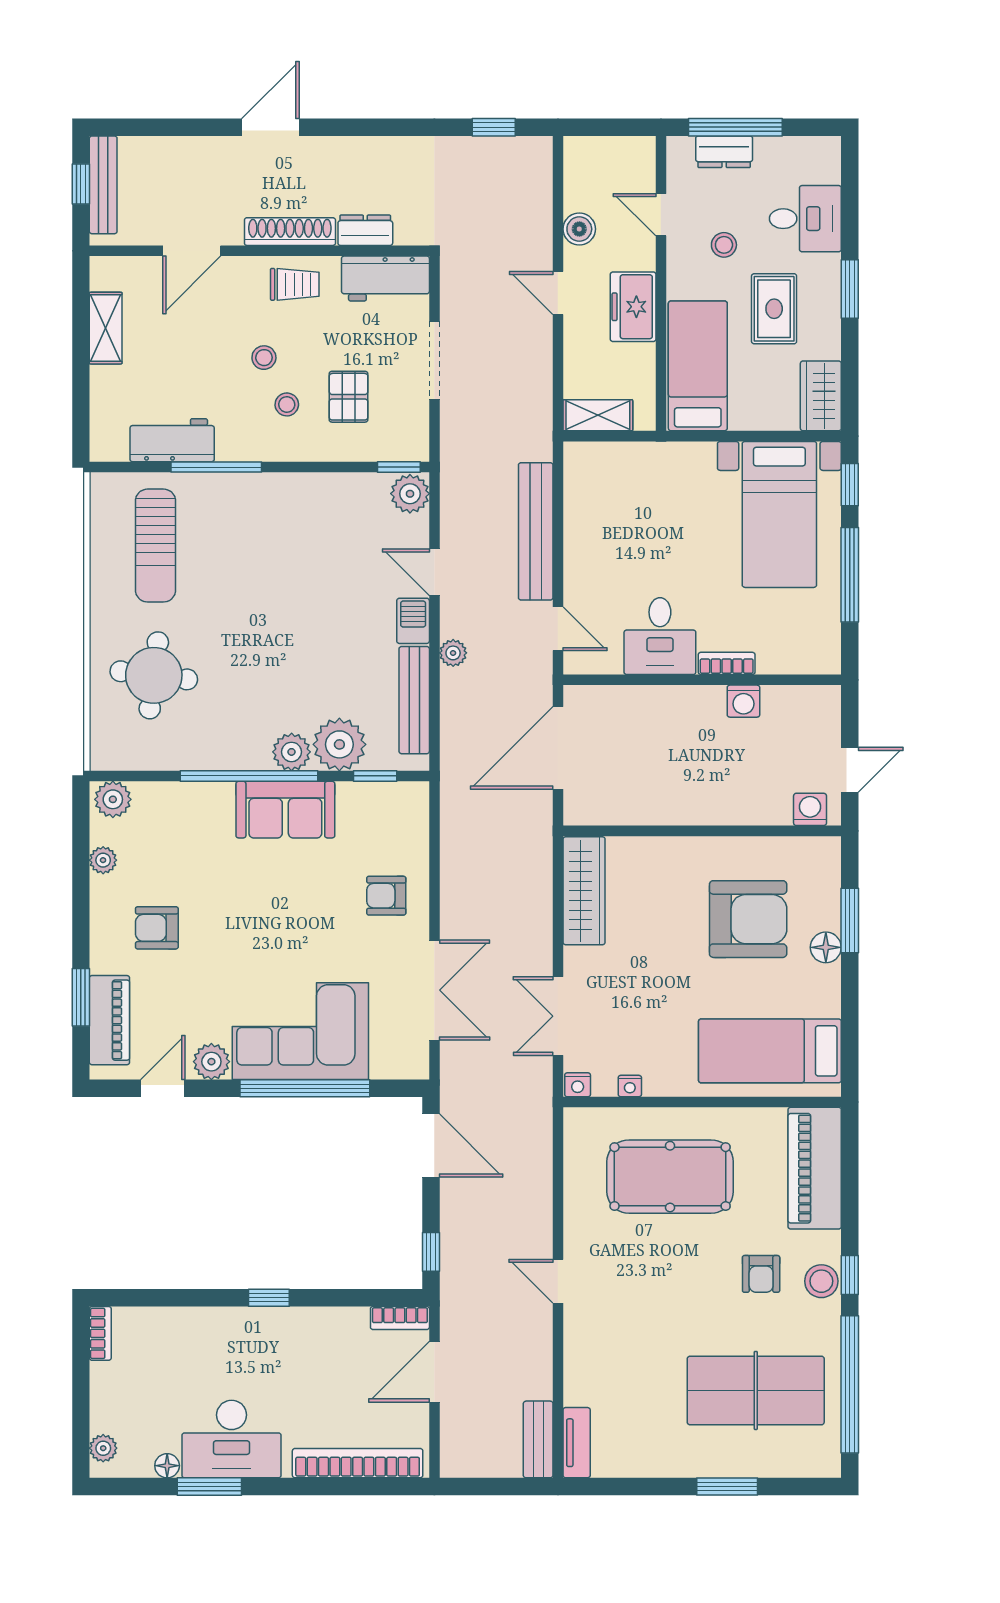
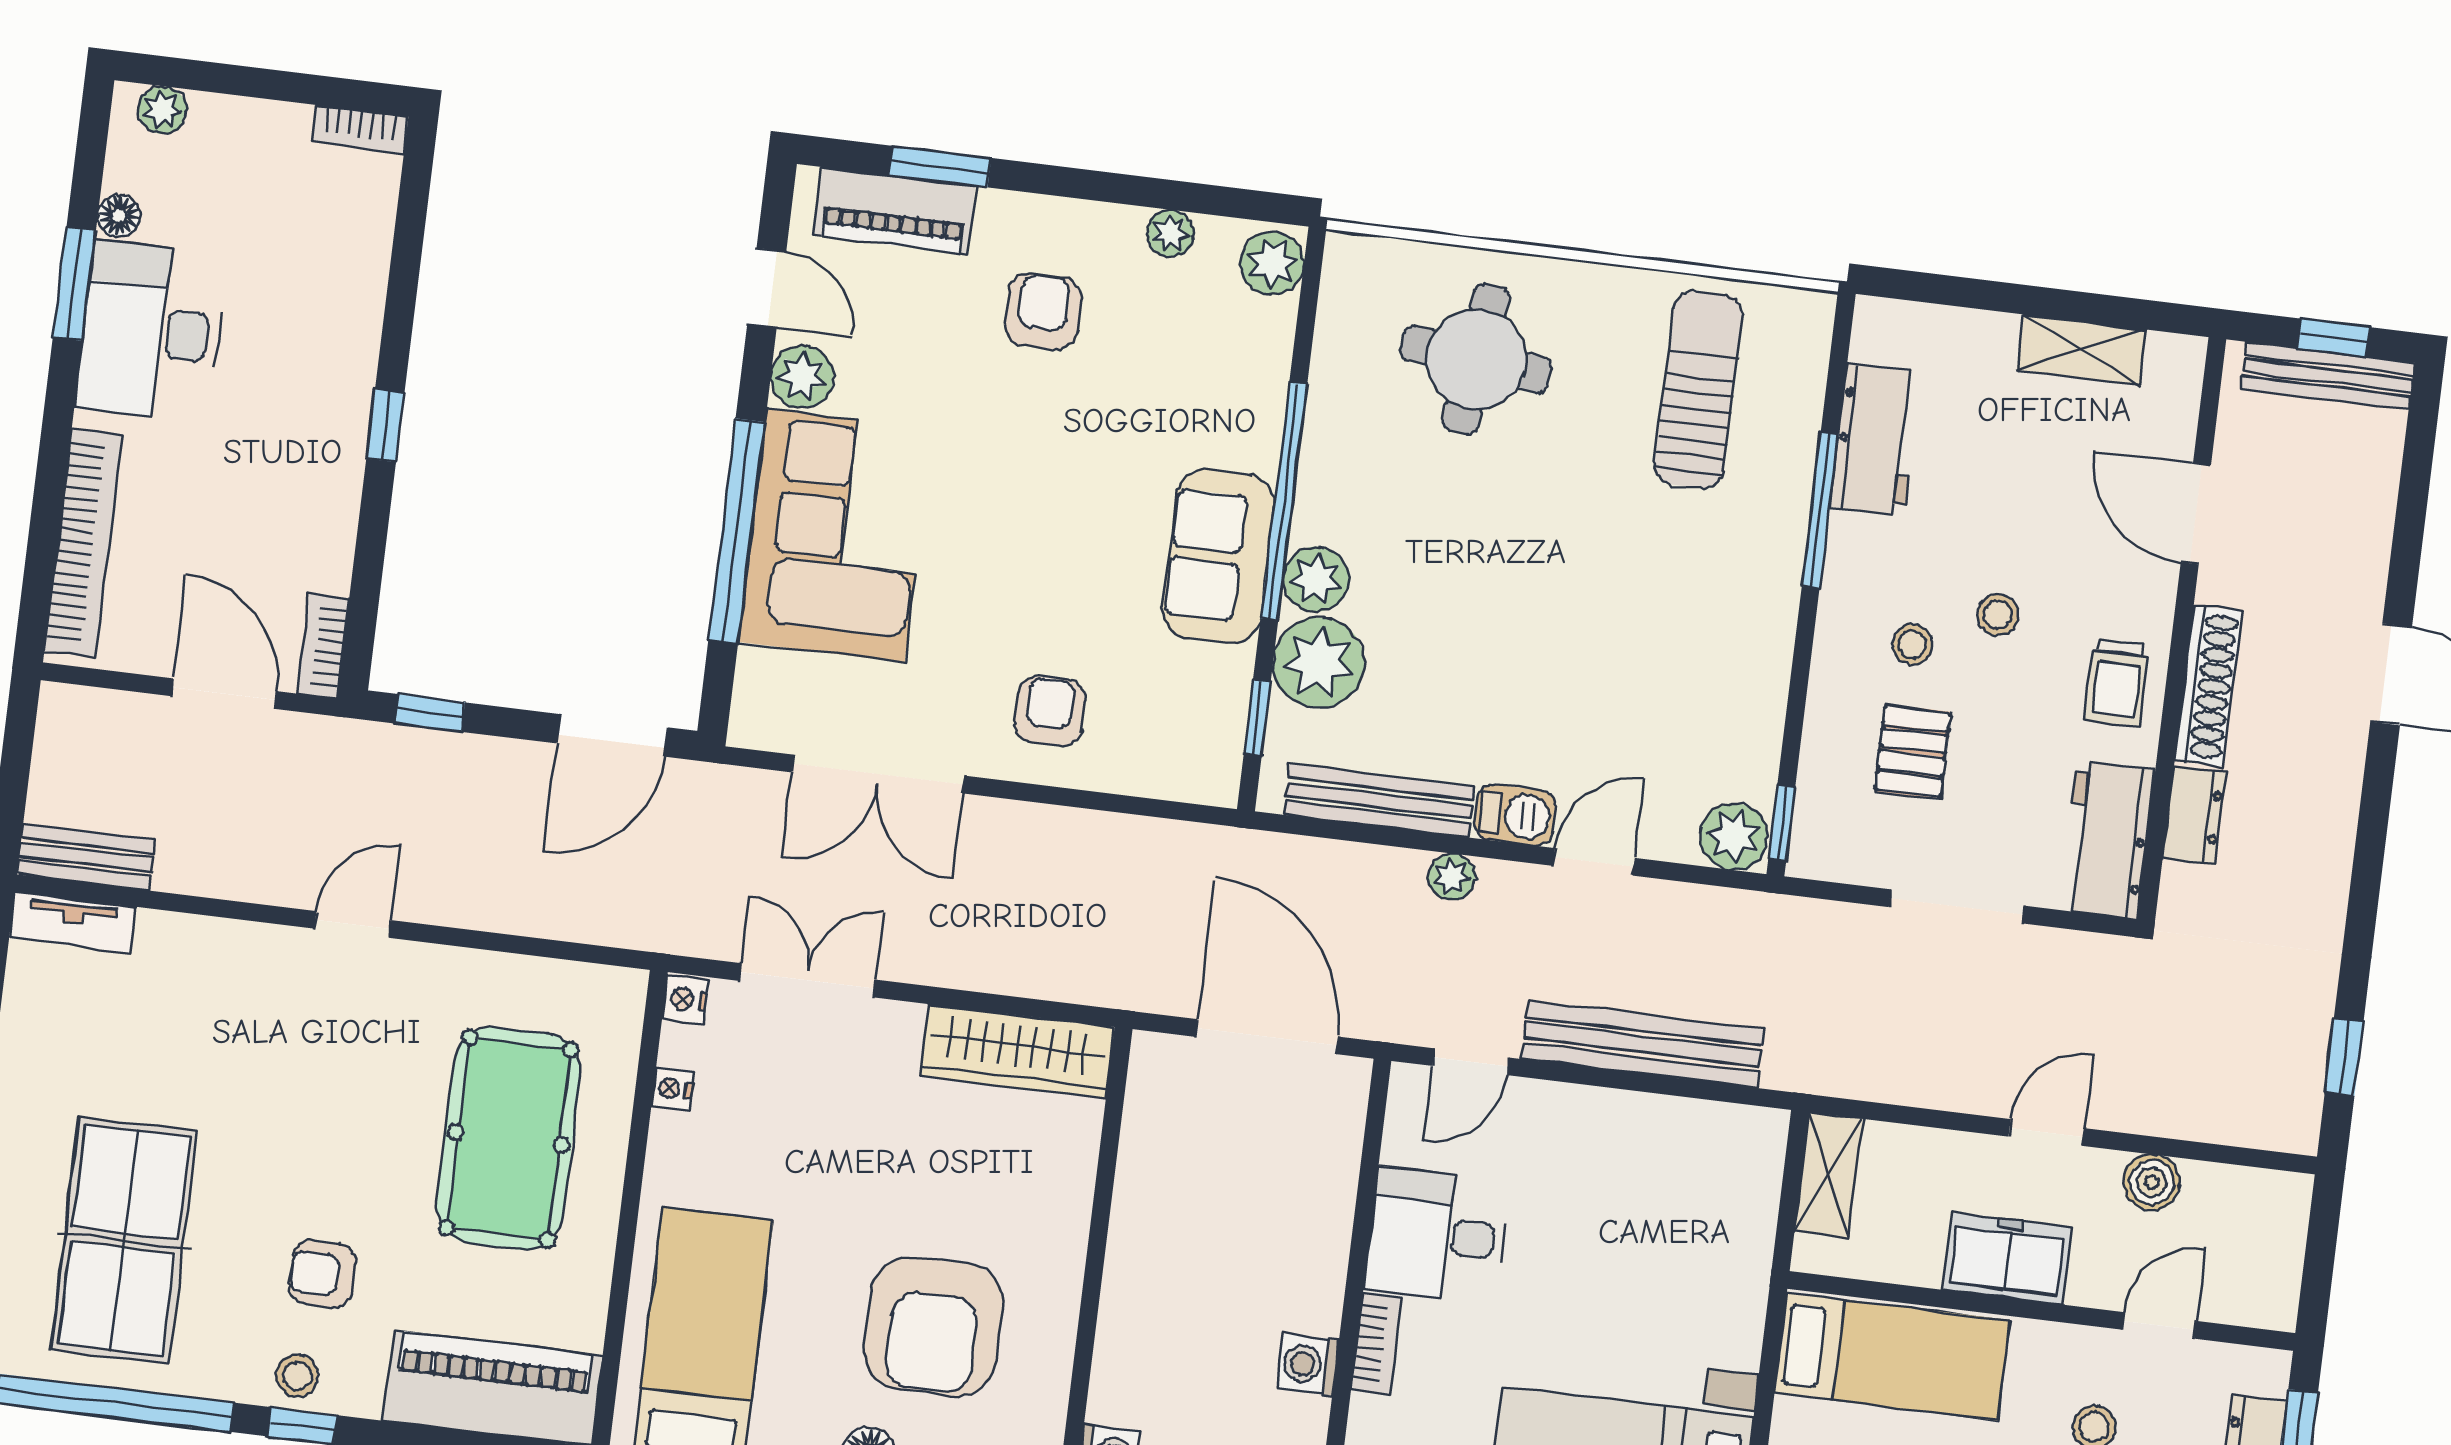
pallet: (349, 397) -> (1913, 752), turned 90
sun lounger: (155, 546) -> (1698, 389), turned 90
stool: (821, 1281) -> (298, 1376), width x0.73, depth x0.73

